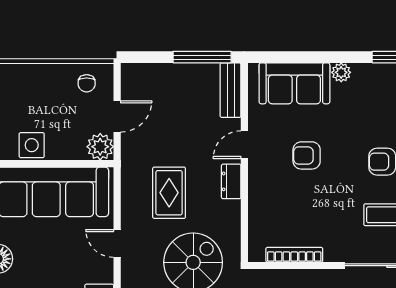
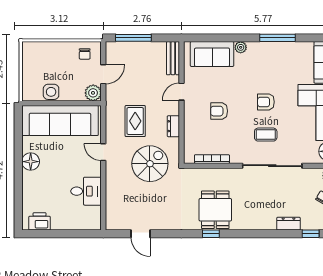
window: (202, 57) -> (133, 38), moved
armchair: (307, 155) -> (219, 111), moved
dresser: (231, 181) -> (173, 126), moved

